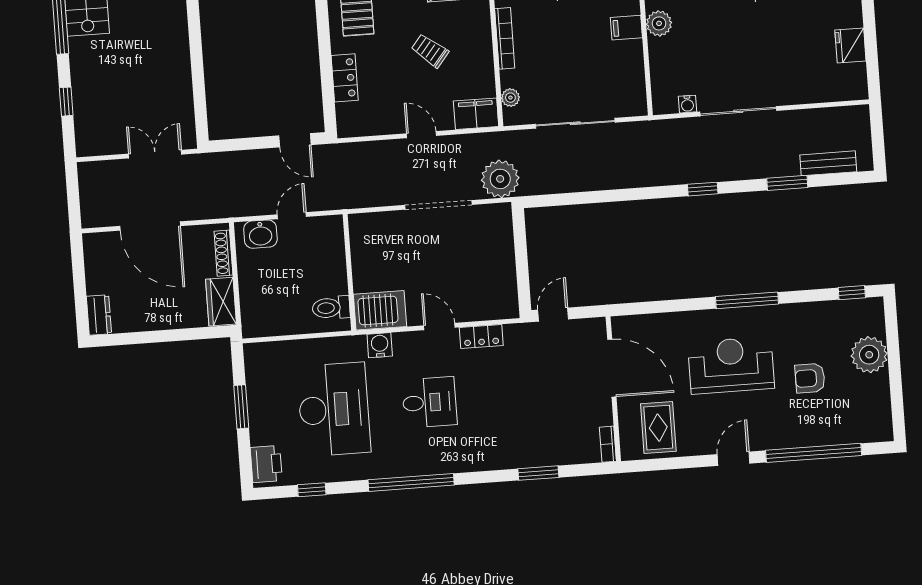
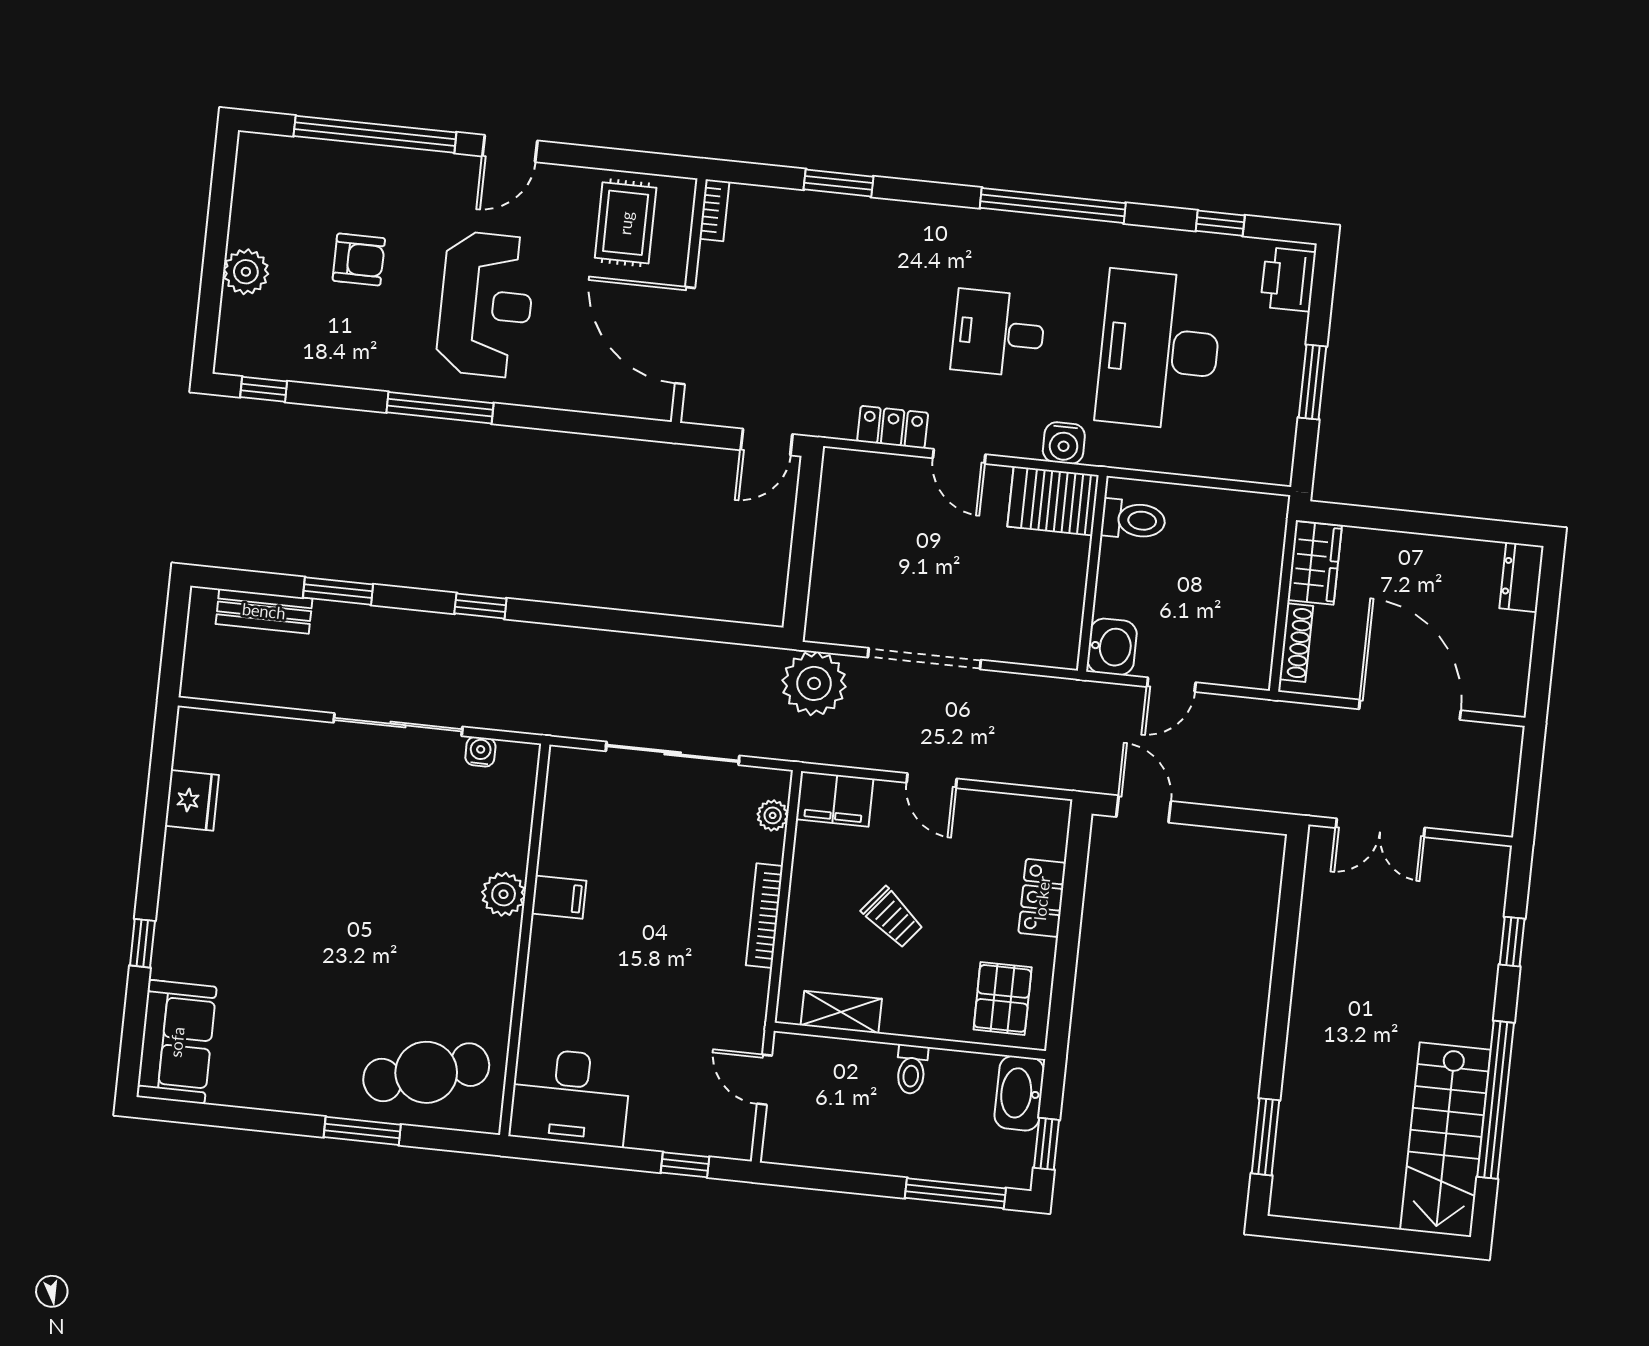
washbasin: (260, 234) -> (1112, 647), moved, turned 90
plant: (869, 355) -> (246, 272), width x0.73, depth x0.73
reception desk: (731, 365) -> (486, 305), turned -90

